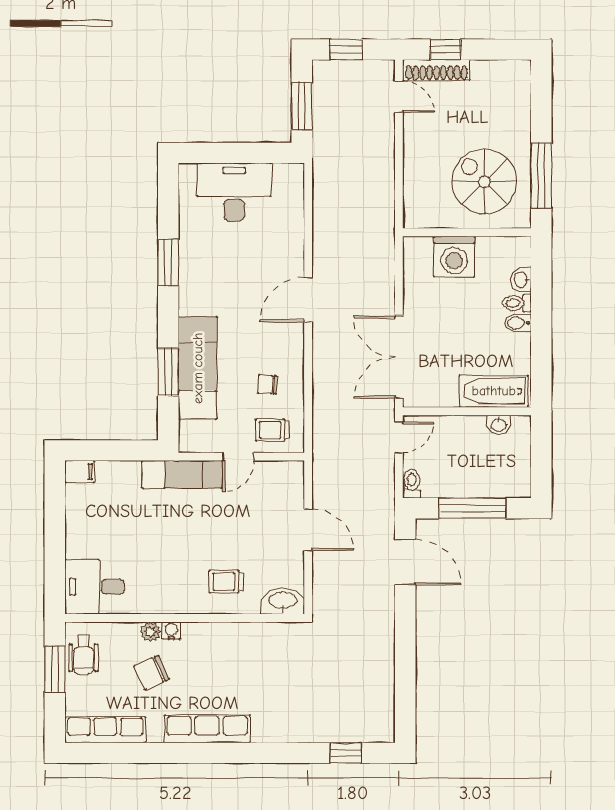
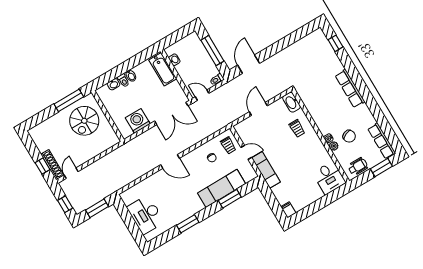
washing machine: (454, 257) -> (138, 121), moved, turned -90
window: (55, 669) -> (381, 167), moved
row of seats: (207, 729) -> (350, 89), moved

